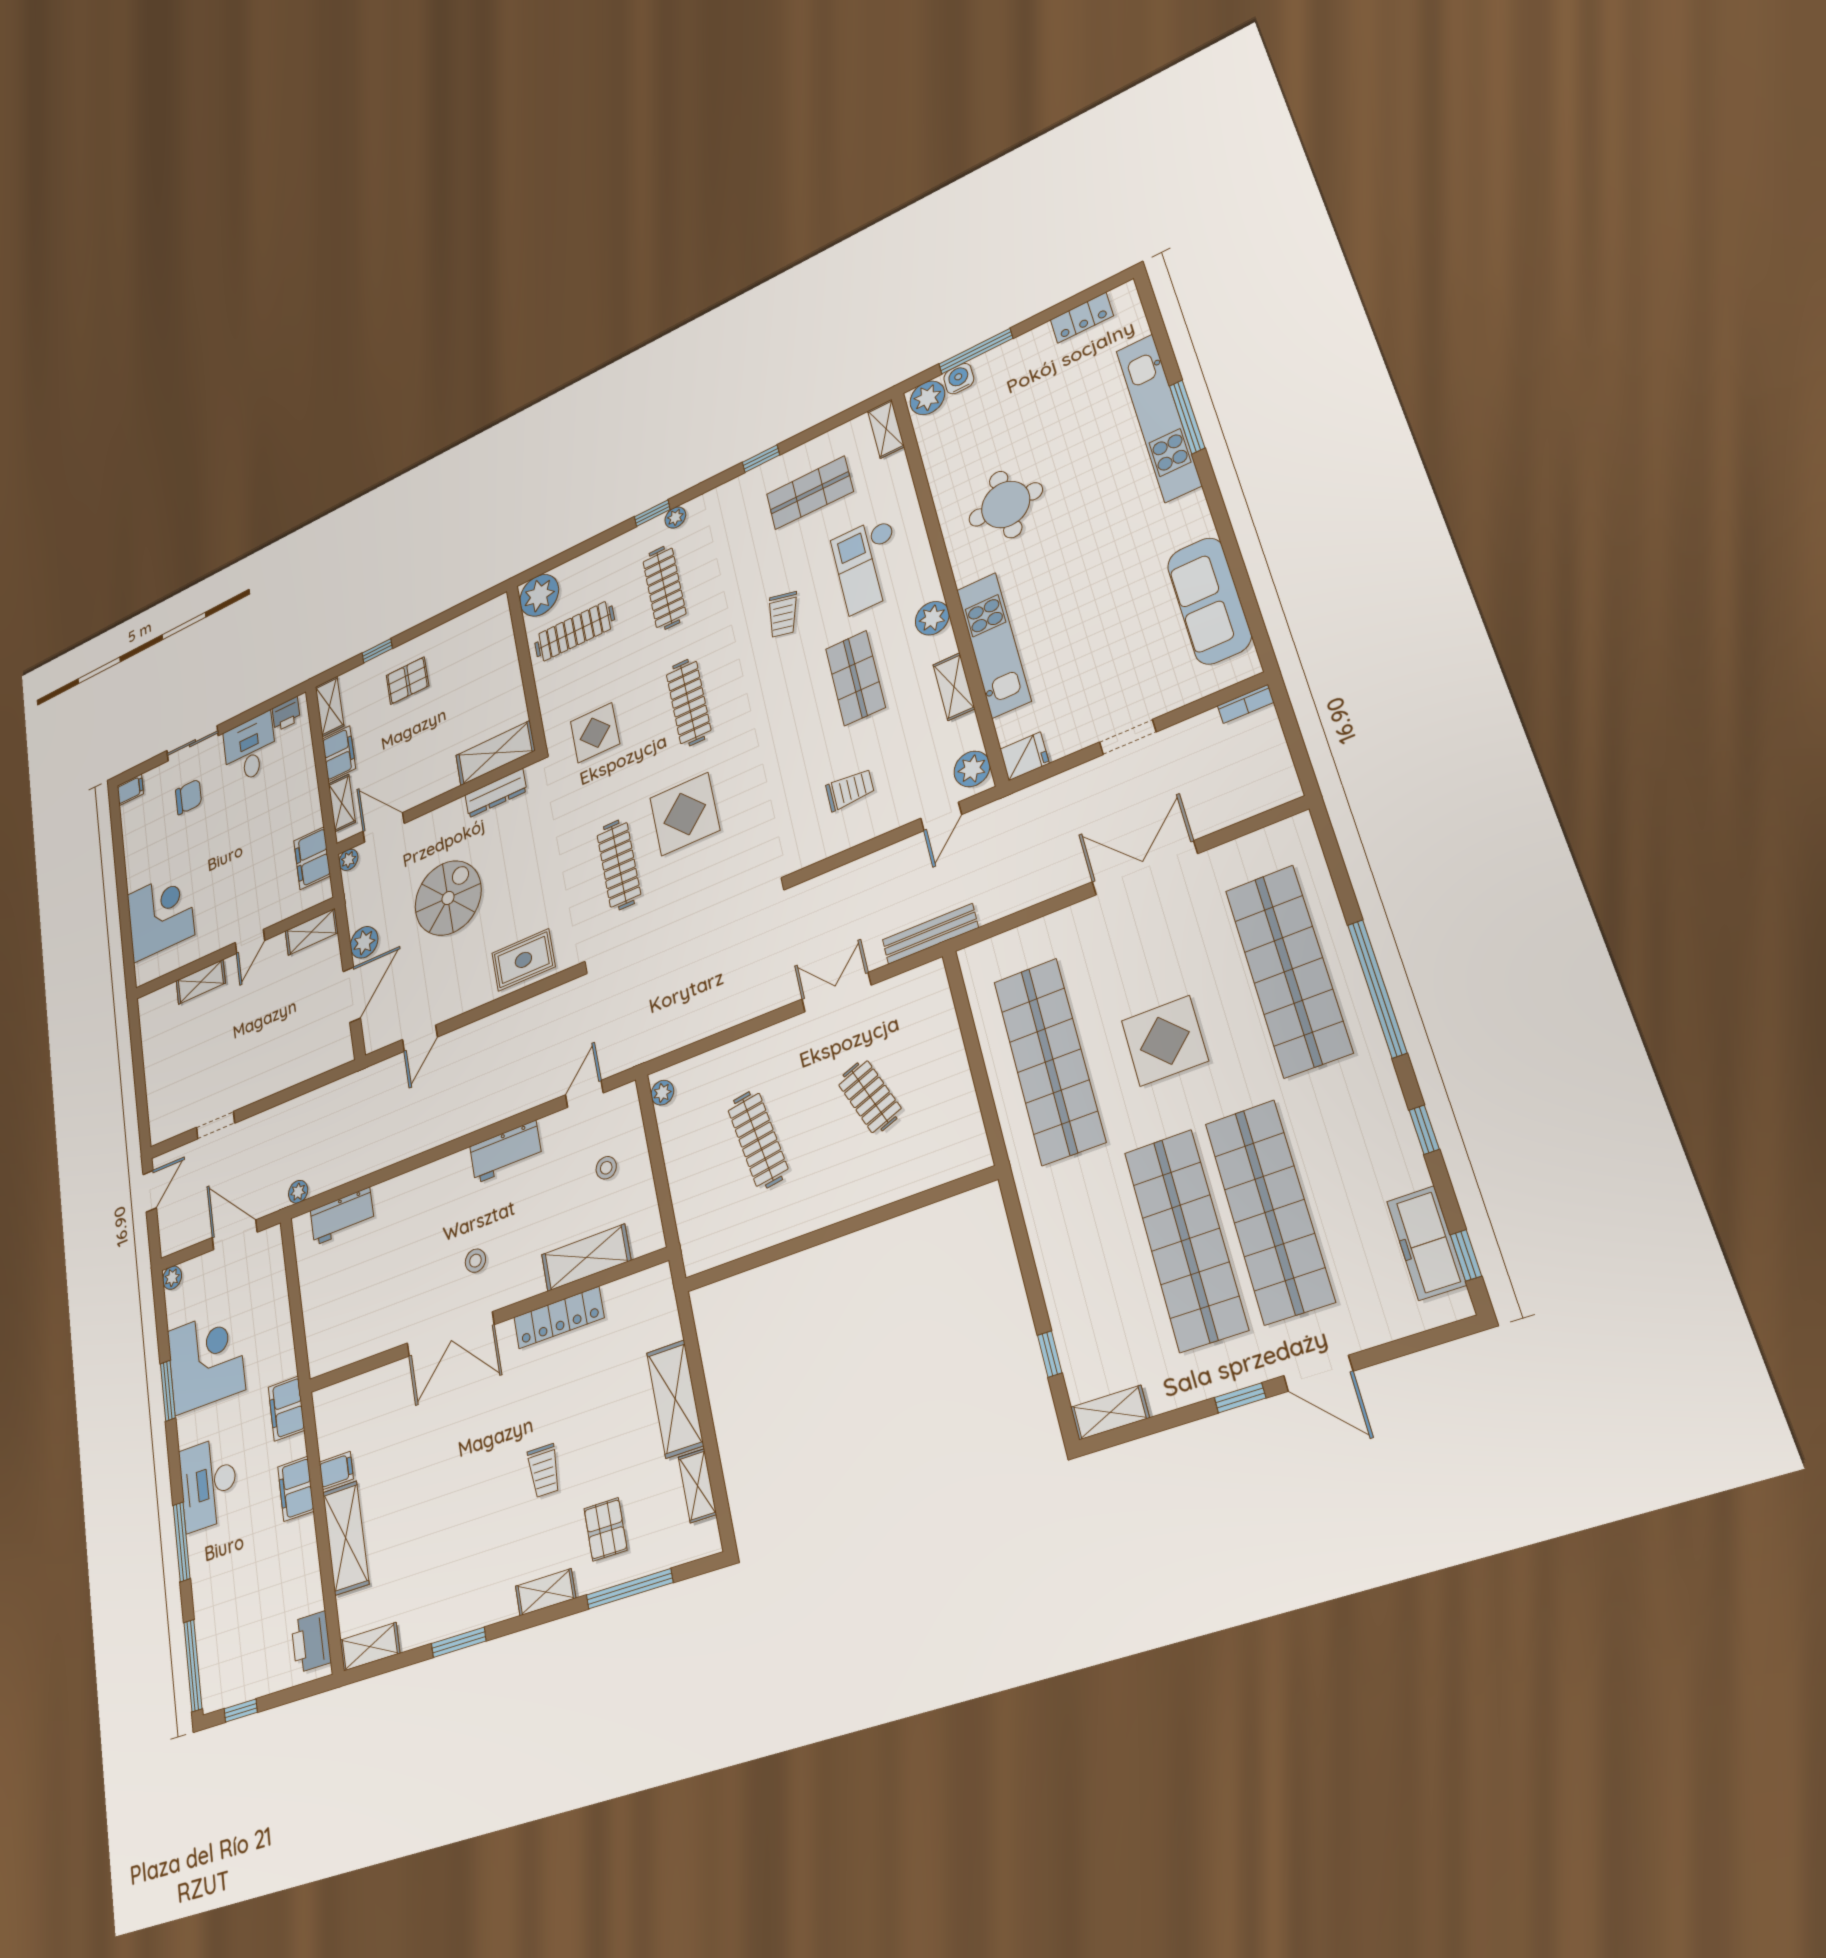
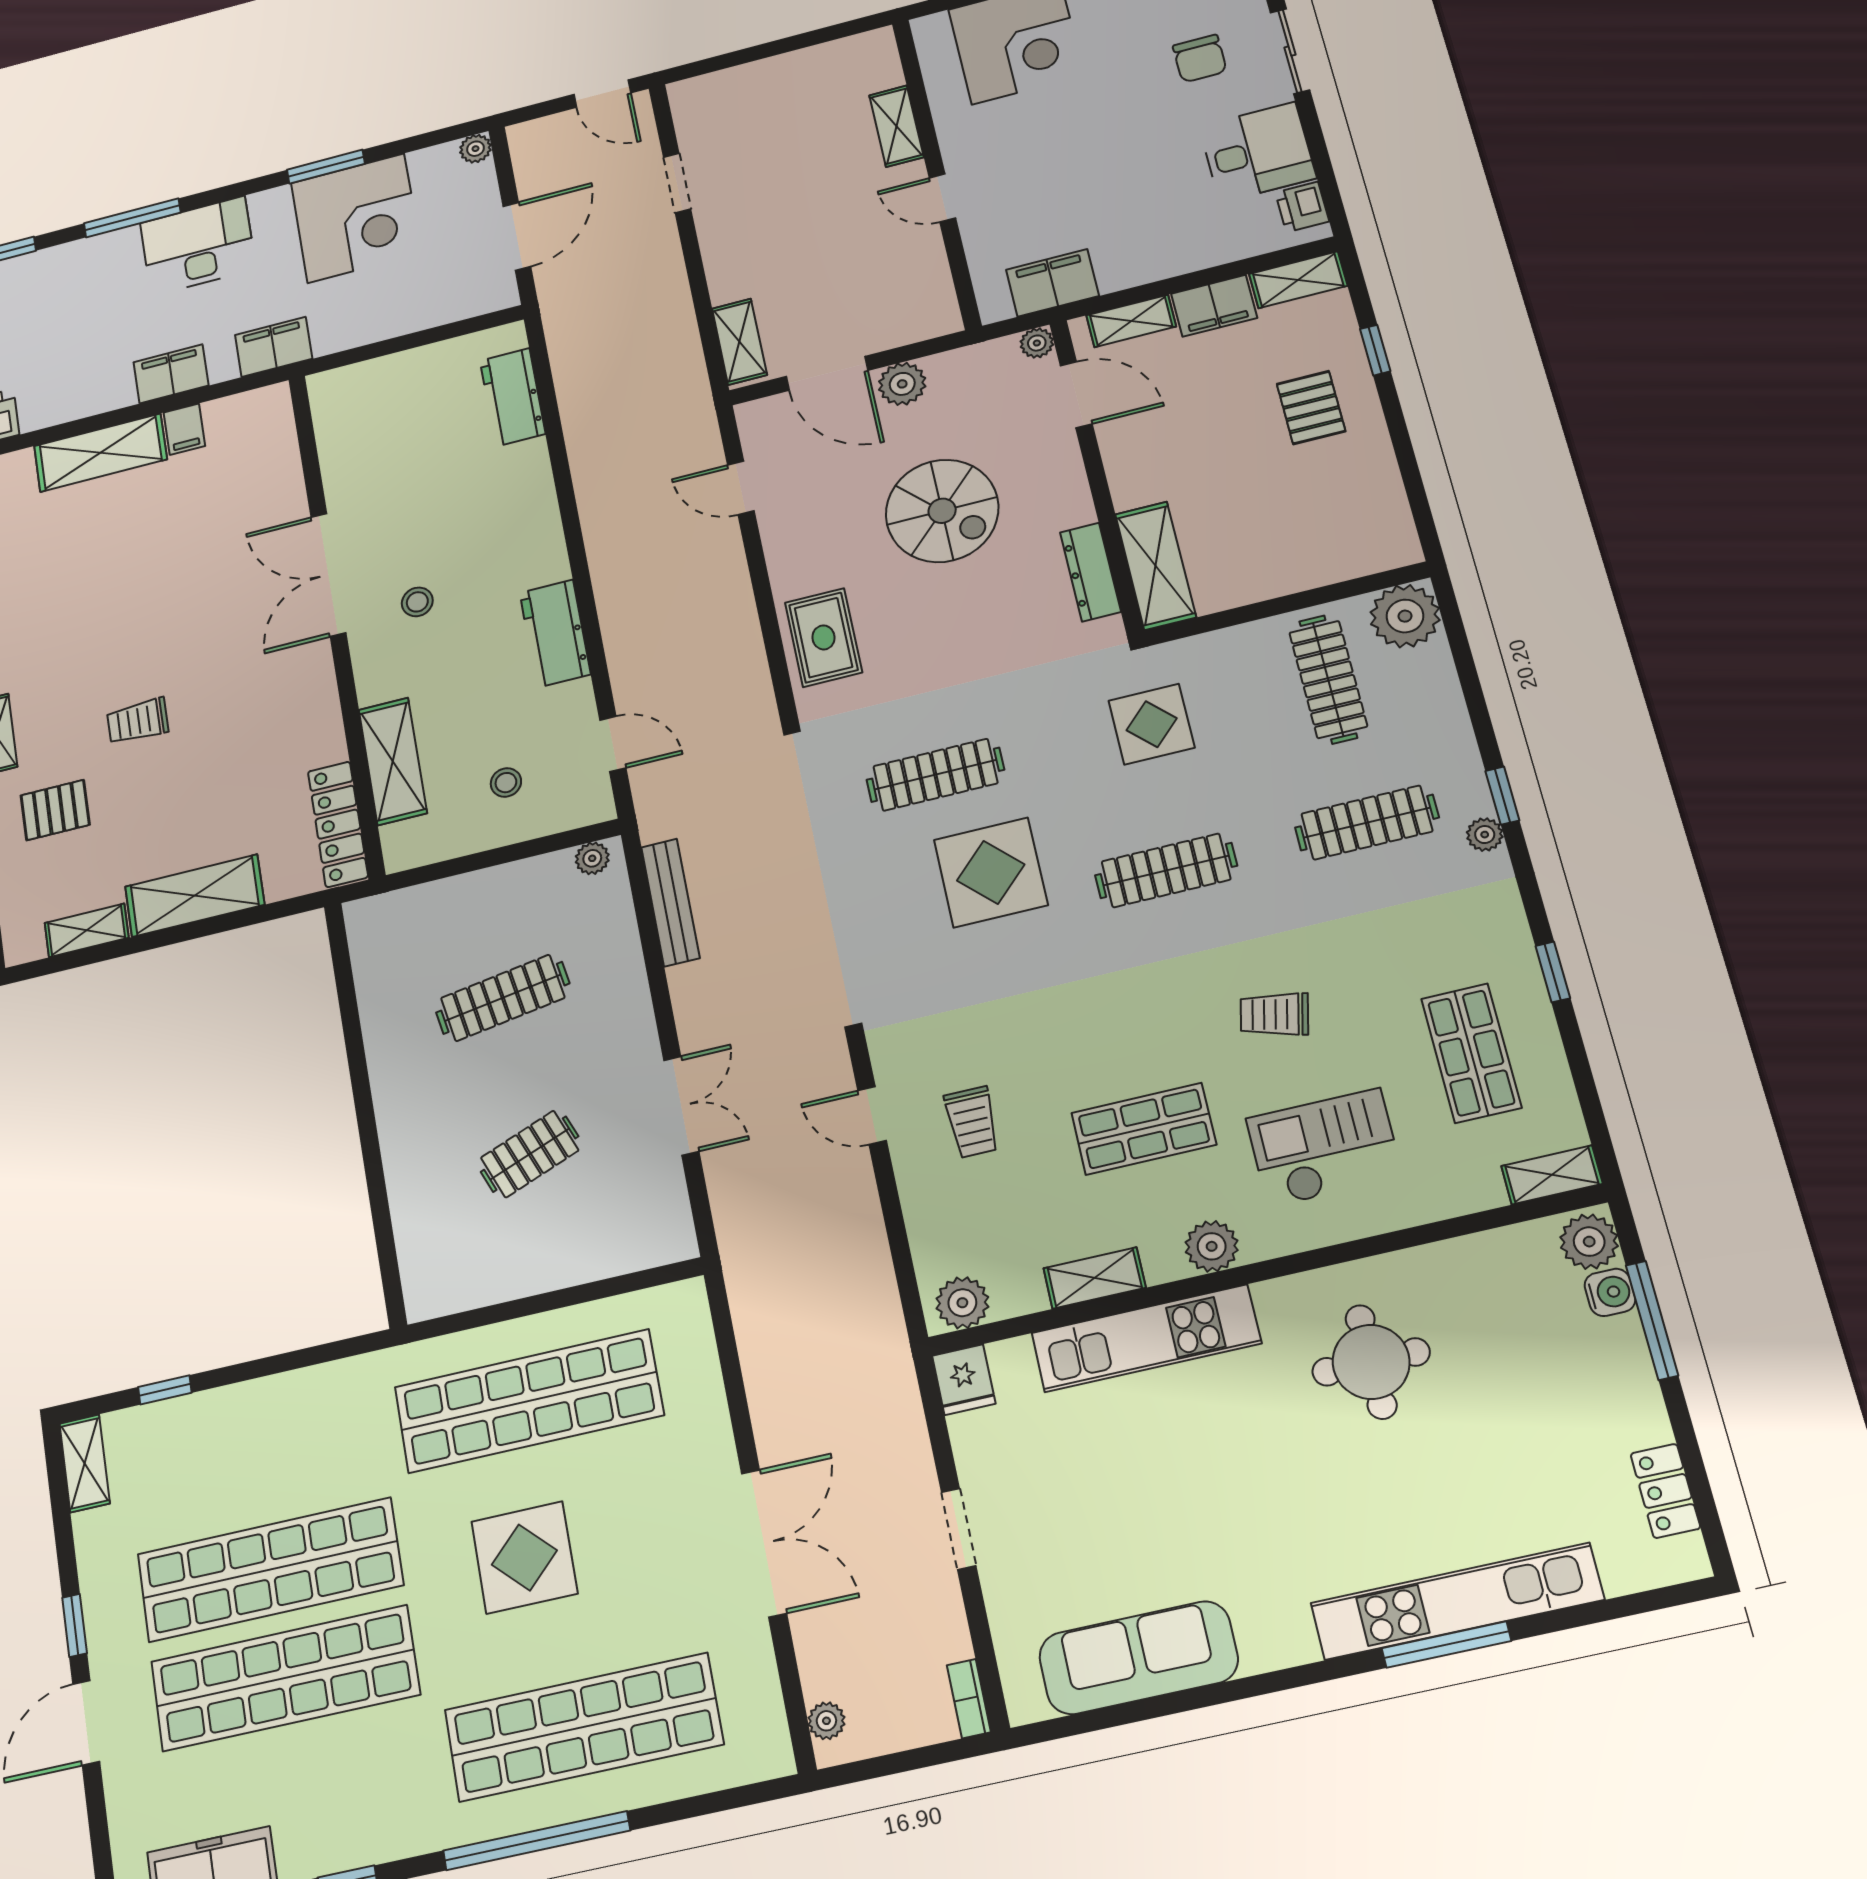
door: (941, 816) -> (872, 1116), moved
door: (384, 827) -> (1076, 395), hinge flipped
shelving: (312, 932) -> (739, 342), moved
bench: (930, 934) -> (671, 902), moved
plant: (298, 1192) -> (826, 1721), moved
locker: (559, 1318) -> (338, 824), moved

